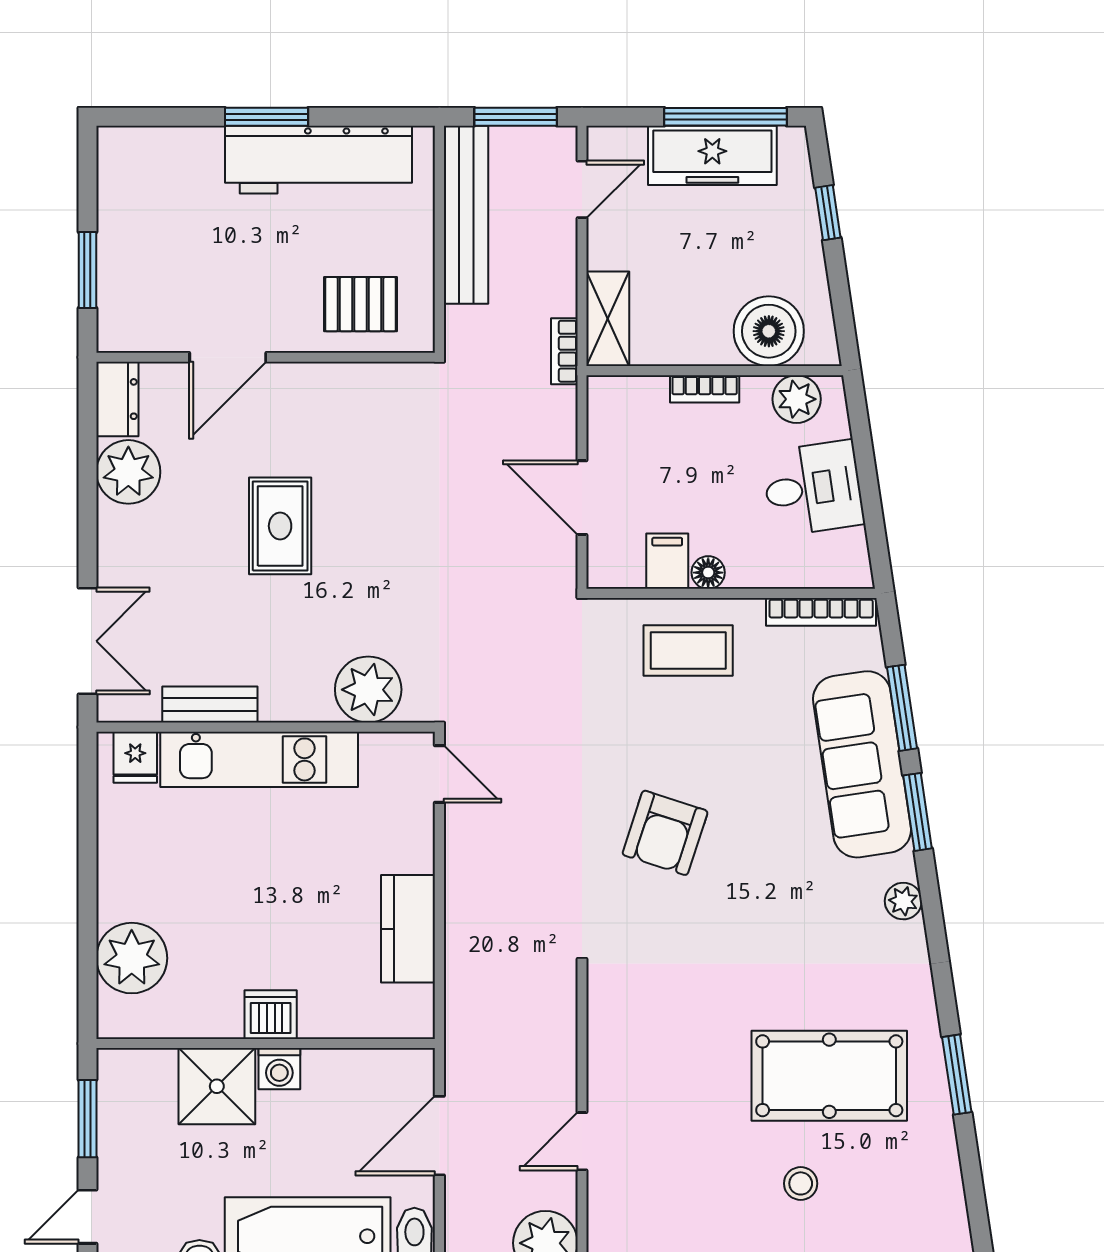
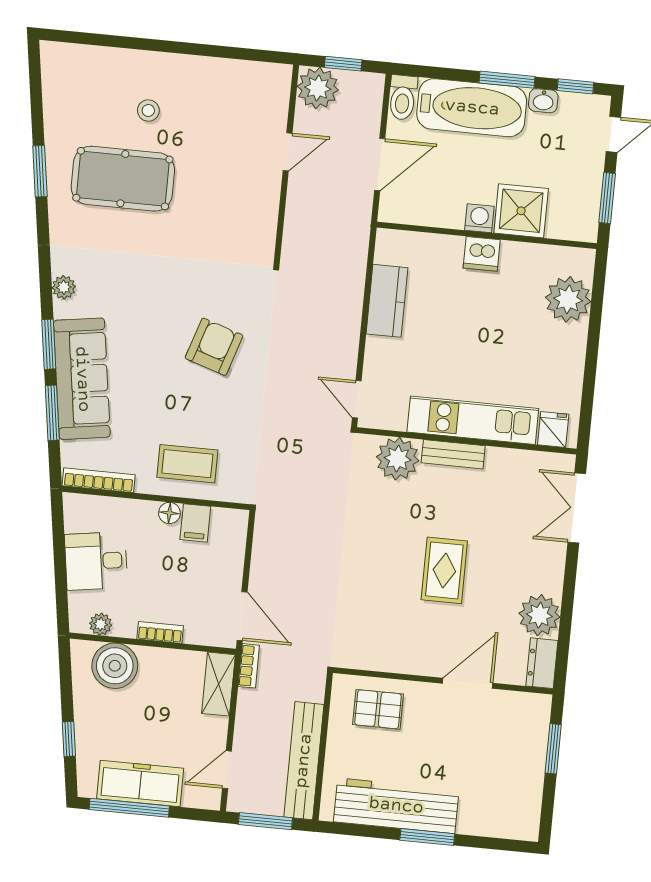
plant: (797, 399) -> (101, 624), width x0.73, depth x0.73
door: (582, 498) -> (242, 616), moved
bench: (210, 705) -> (453, 454), moved

